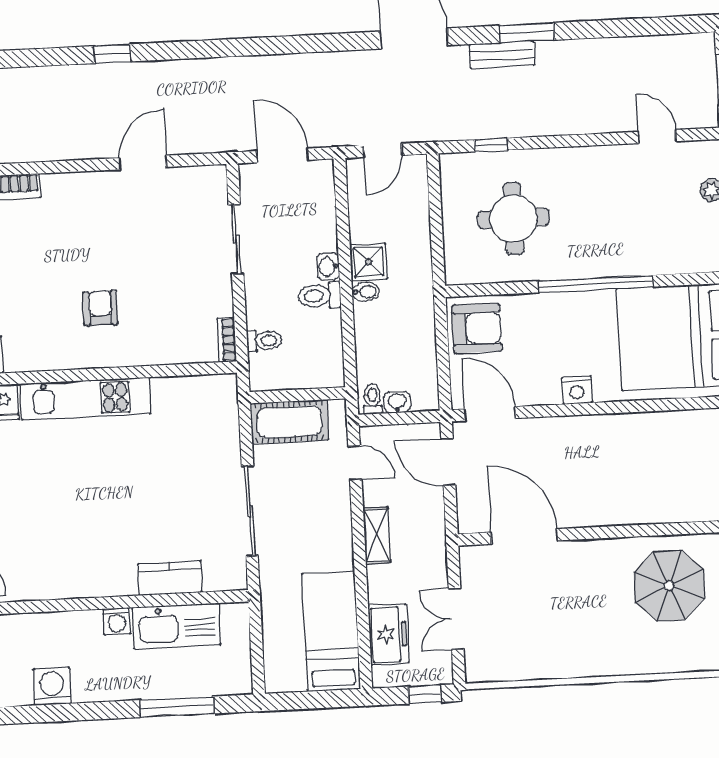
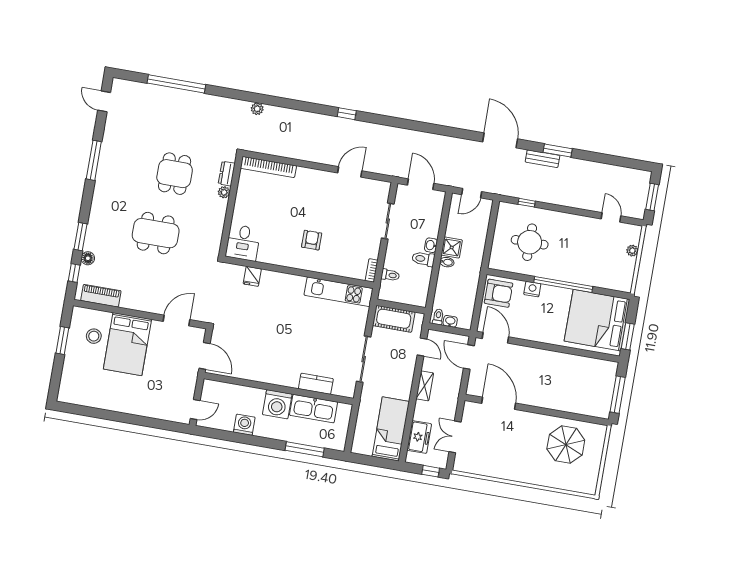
nightstand: (577, 390) -> (532, 289), moved, turned 180
kitchen unit: (85, 399) -> (339, 292), moved
washing machine: (117, 621) -> (277, 404), width x1.89, depth x1.89

